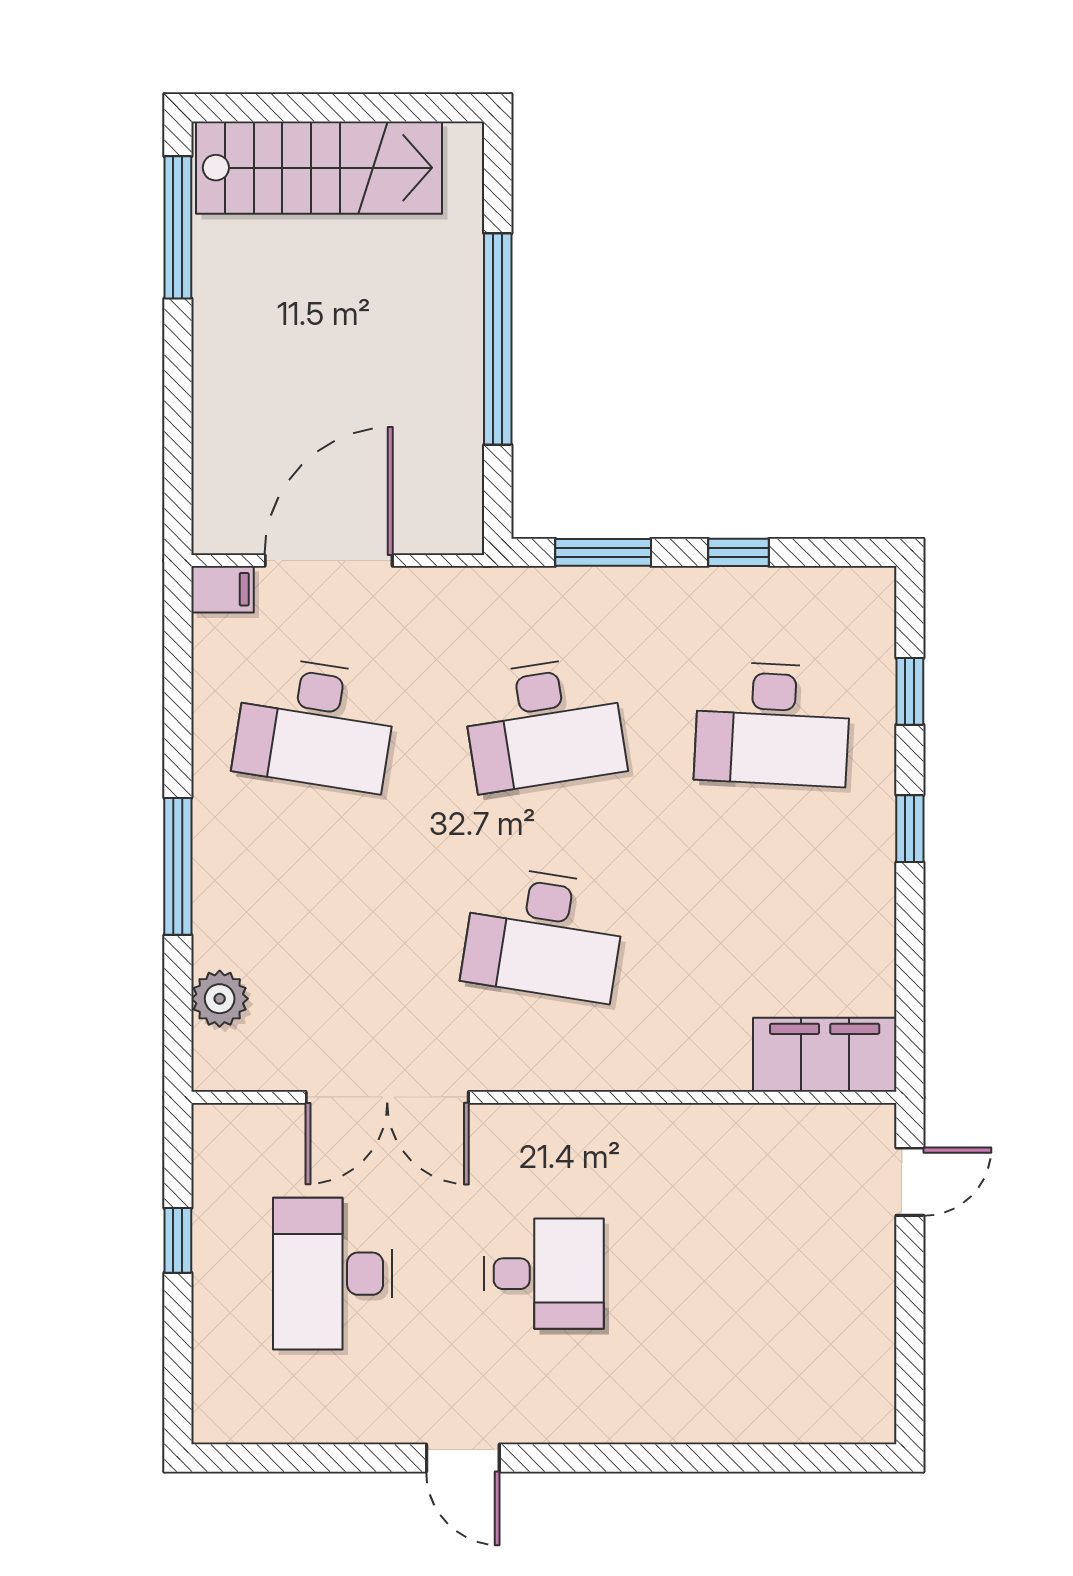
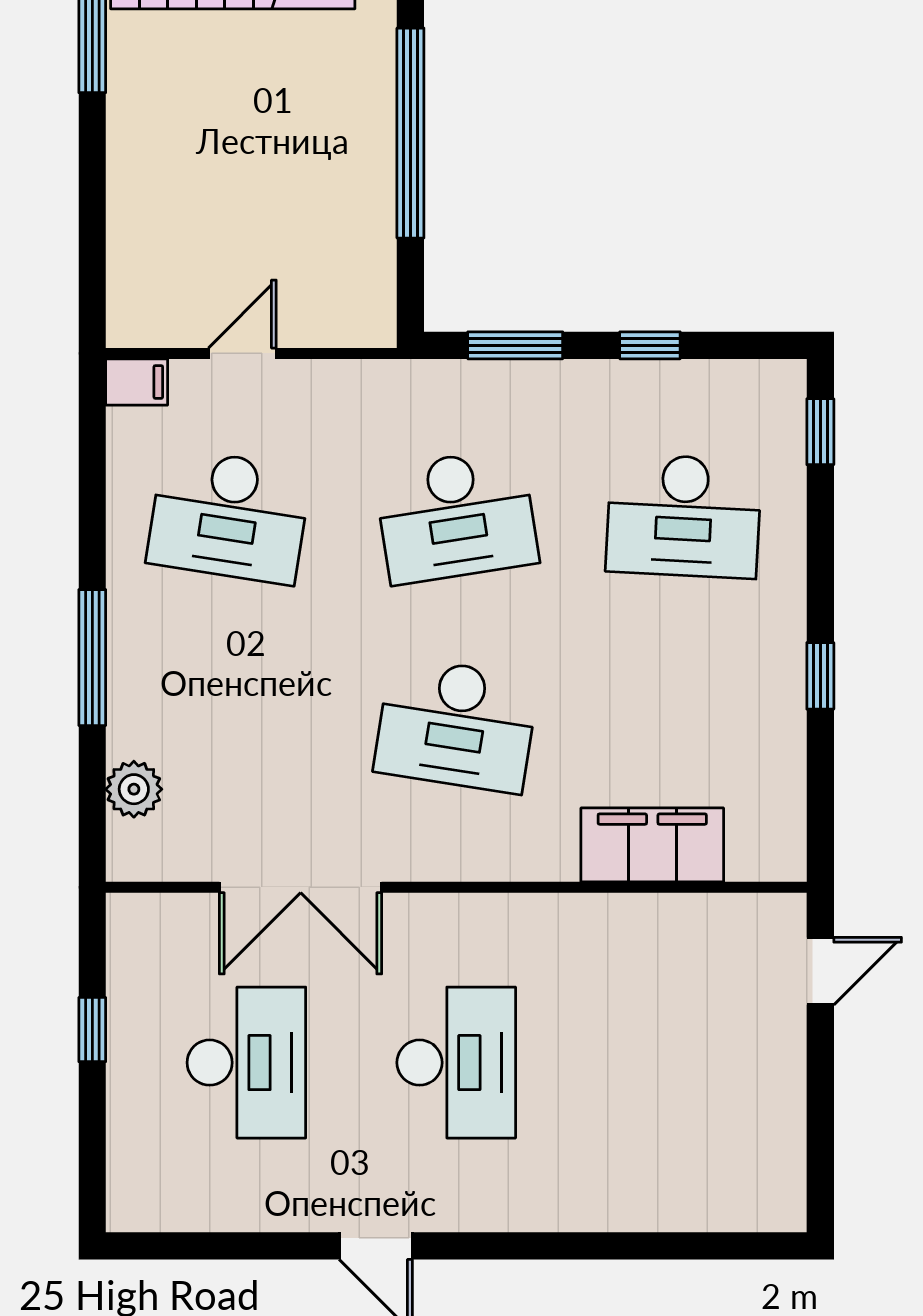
door: (329, 561) -> (242, 353), width x0.53
window: (910, 691) -> (820, 432), moved
window: (910, 829) -> (820, 676), moved
filing cabinet: (825, 1055) -> (652, 845), moved
desk: (333, 1274) -> (246, 1063), turned 180
desk: (544, 1274) -> (456, 1063), width x1.37

